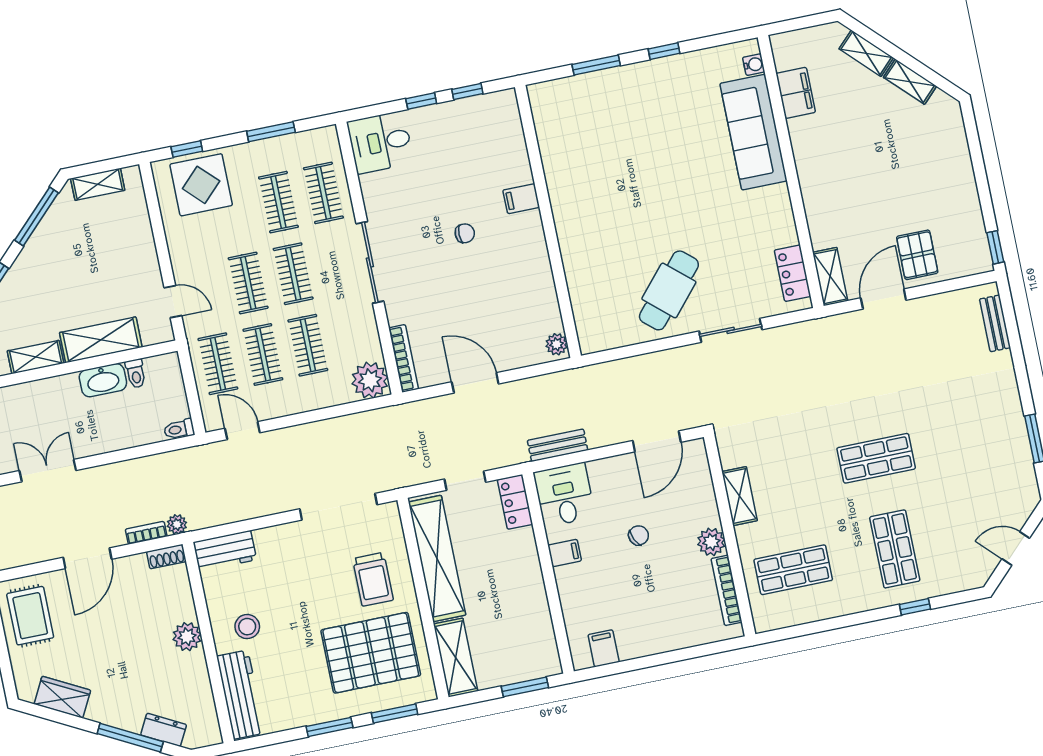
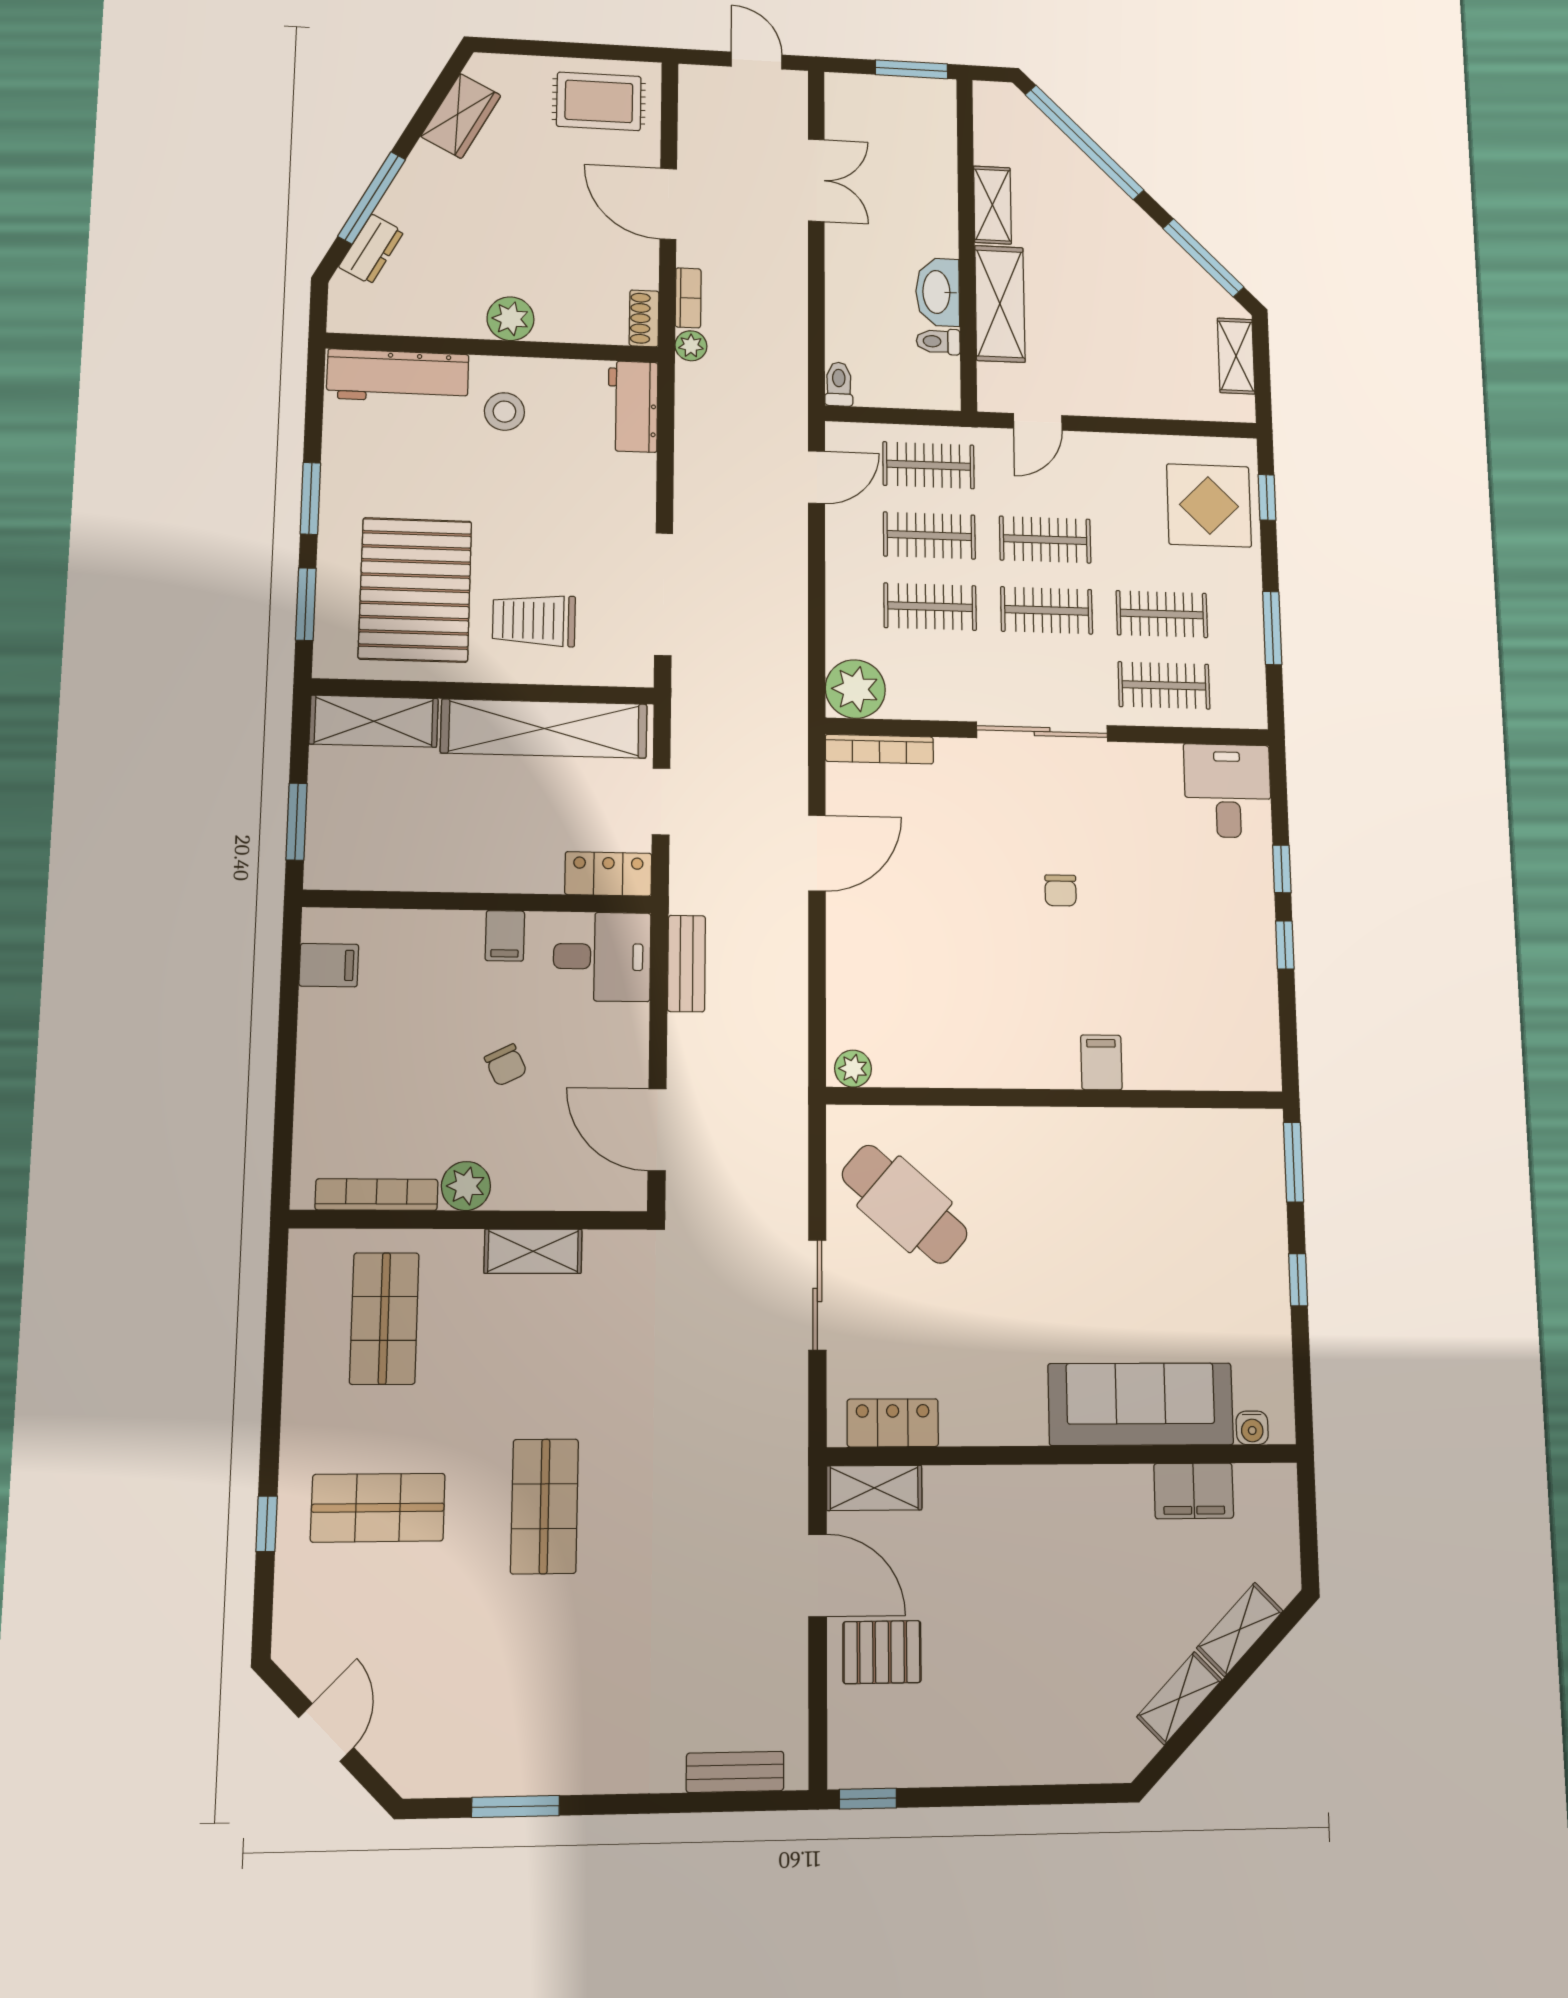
filing cabinet: (521, 199) -> (1101, 1062), moved
wall: (548, 221) -> (1057, 1098), moved
plant: (557, 344) -> (853, 1069), moved

